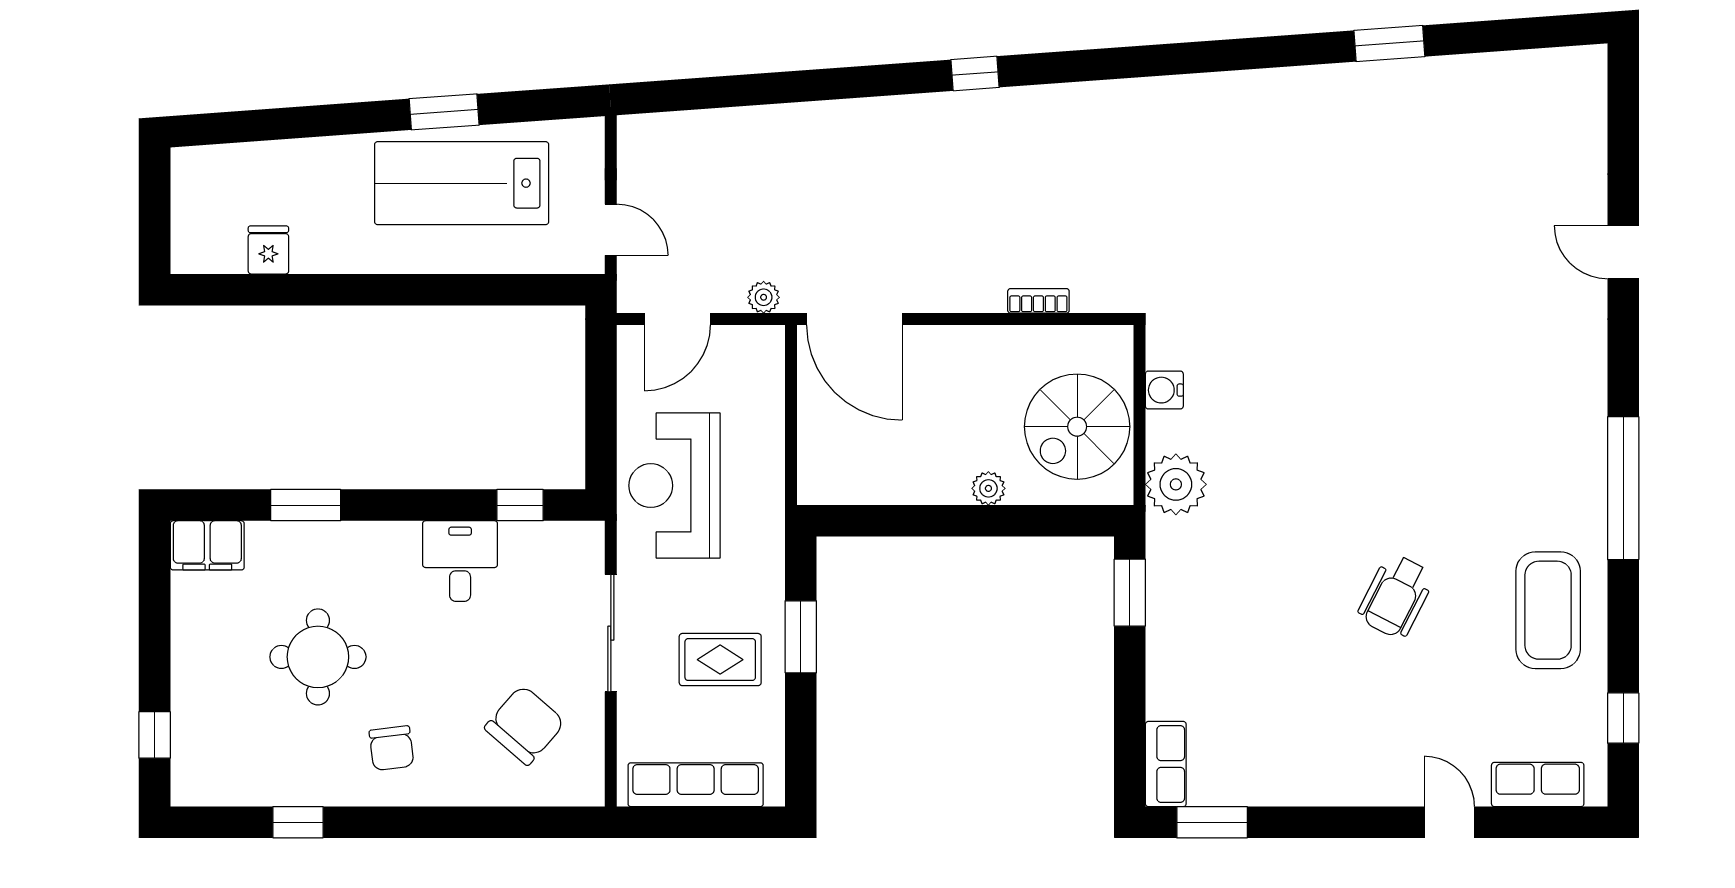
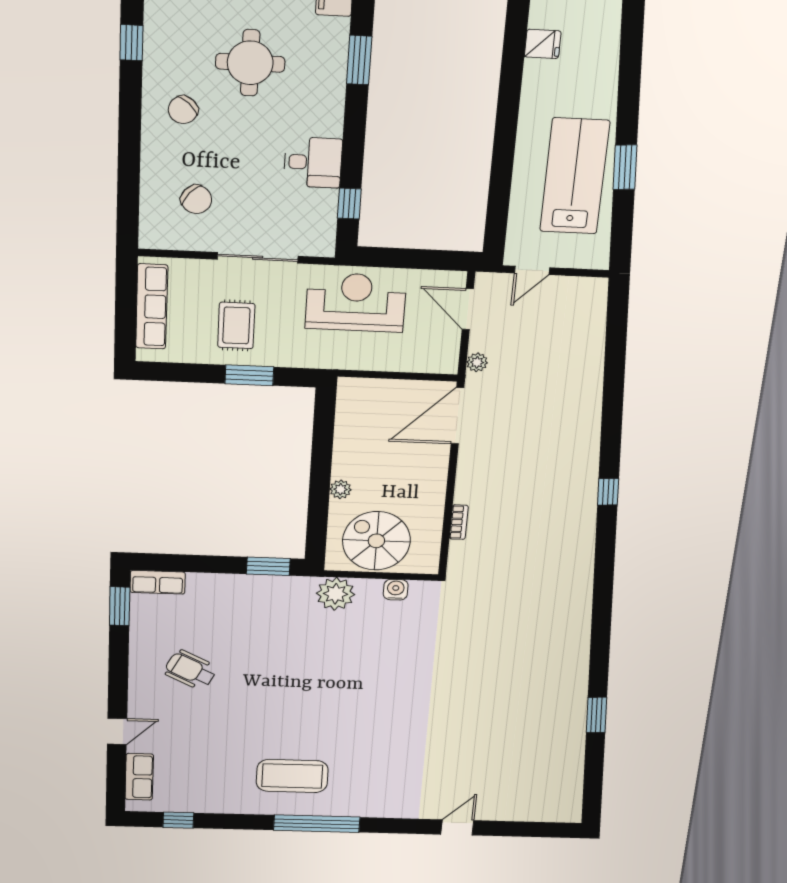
wheelchair: (1396, 596) -> (191, 670), moved
coffee table: (1548, 610) -> (292, 776), moved
chair: (525, 725) -> (196, 199), width x0.73, depth x0.73
chair: (391, 748) -> (183, 110), turned -41

